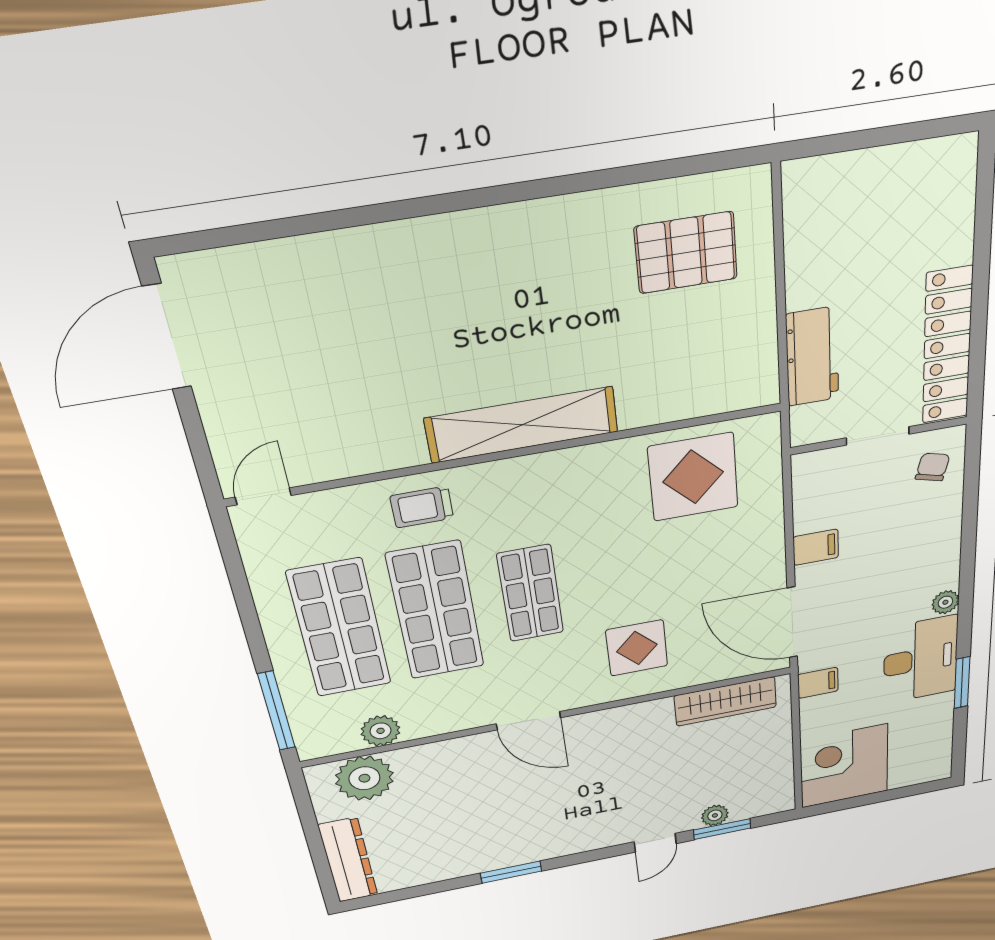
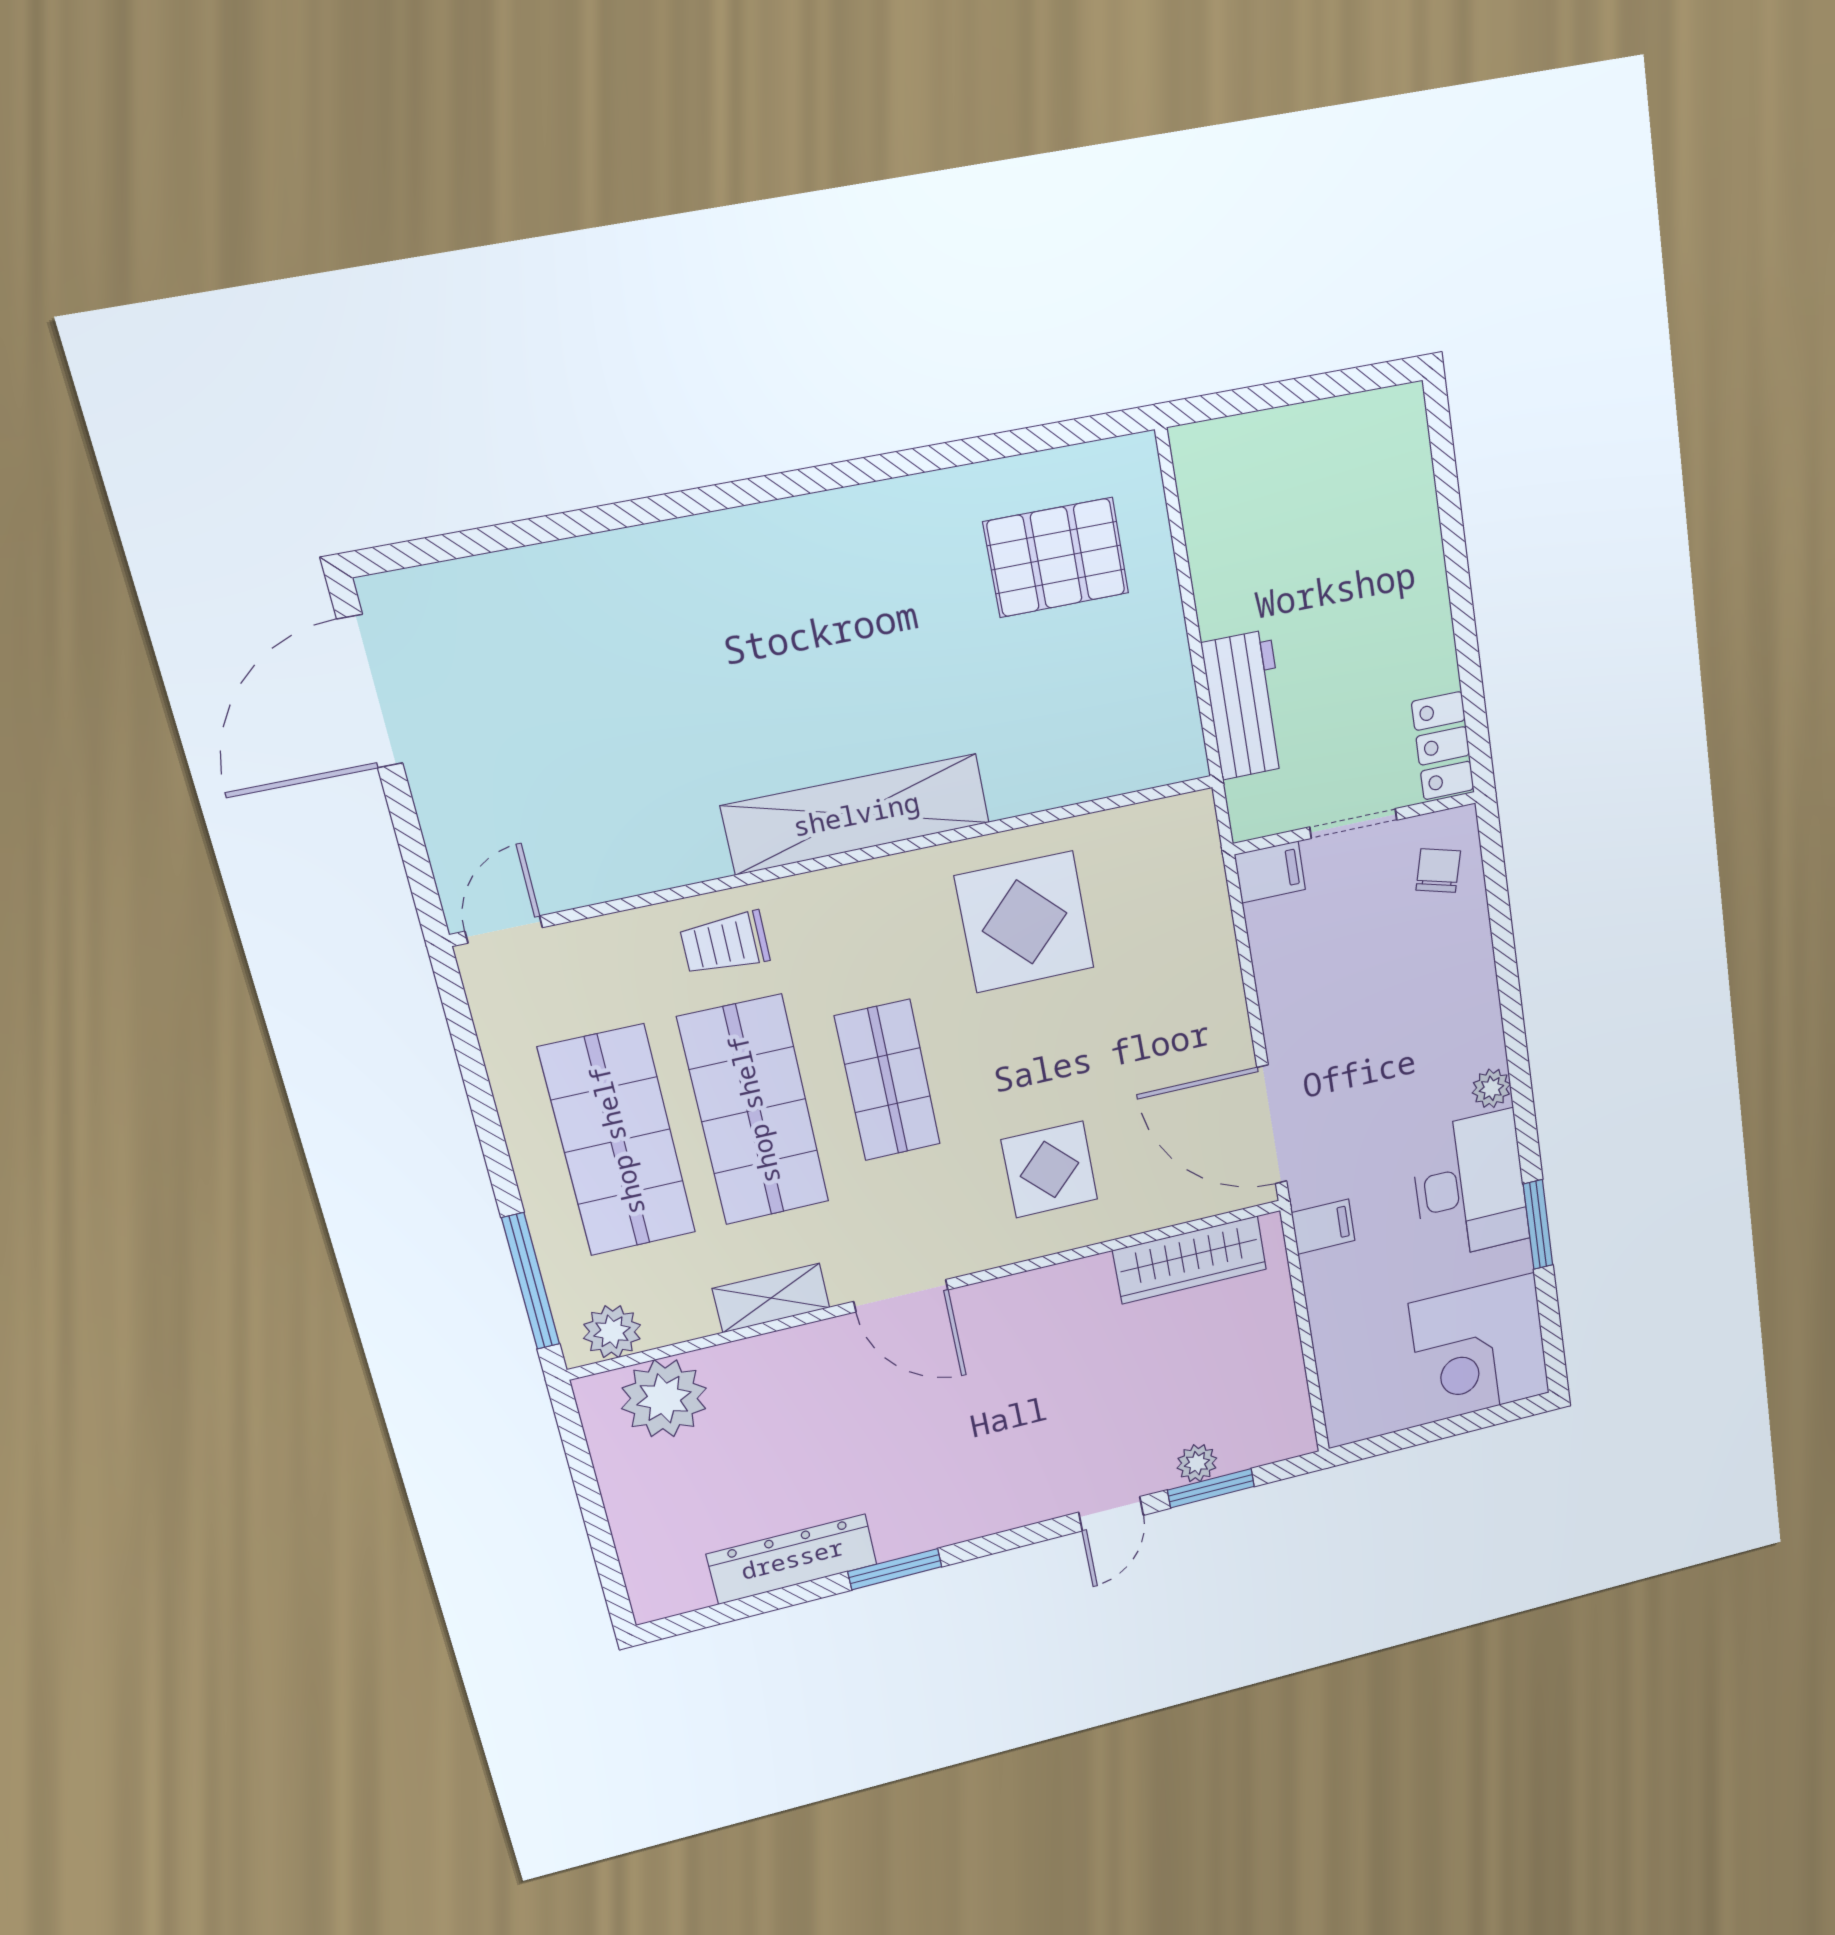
locker: (947, 346) -> (1443, 746), width x0.46, depth x0.83
display table: (693, 477) -> (1025, 922), moved
filing cabinet: (816, 547) -> (1270, 872), moved
shelving: (440, 722) -> (771, 1298), added
plant: (380, 731) -> (612, 1332), moved
corner desk: (844, 766) -> (1479, 1349), moved, turned -90
dresser: (348, 860) -> (792, 1559), moved, turned -90

